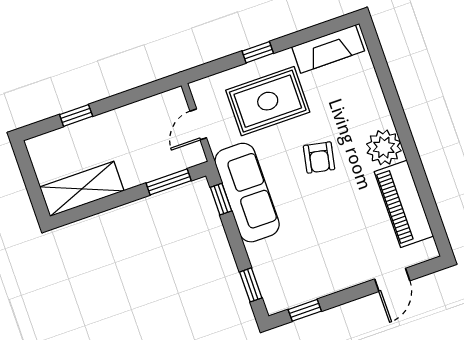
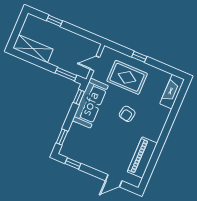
fireplace: (328, 49) -> (172, 92), moved, turned 90
plant: (384, 147) -> (153, 131), removed

